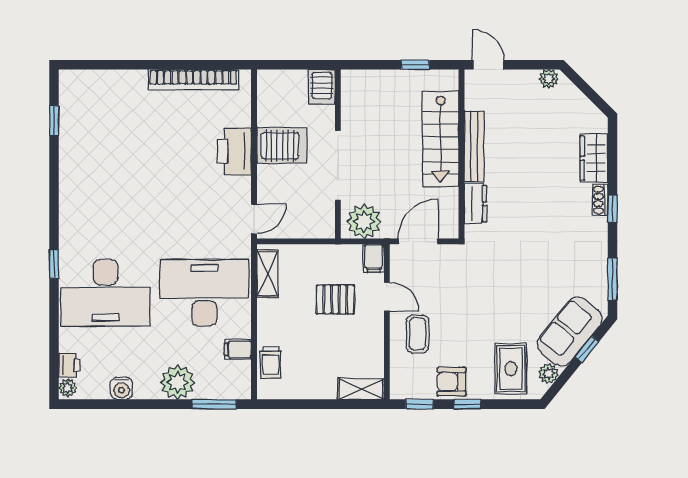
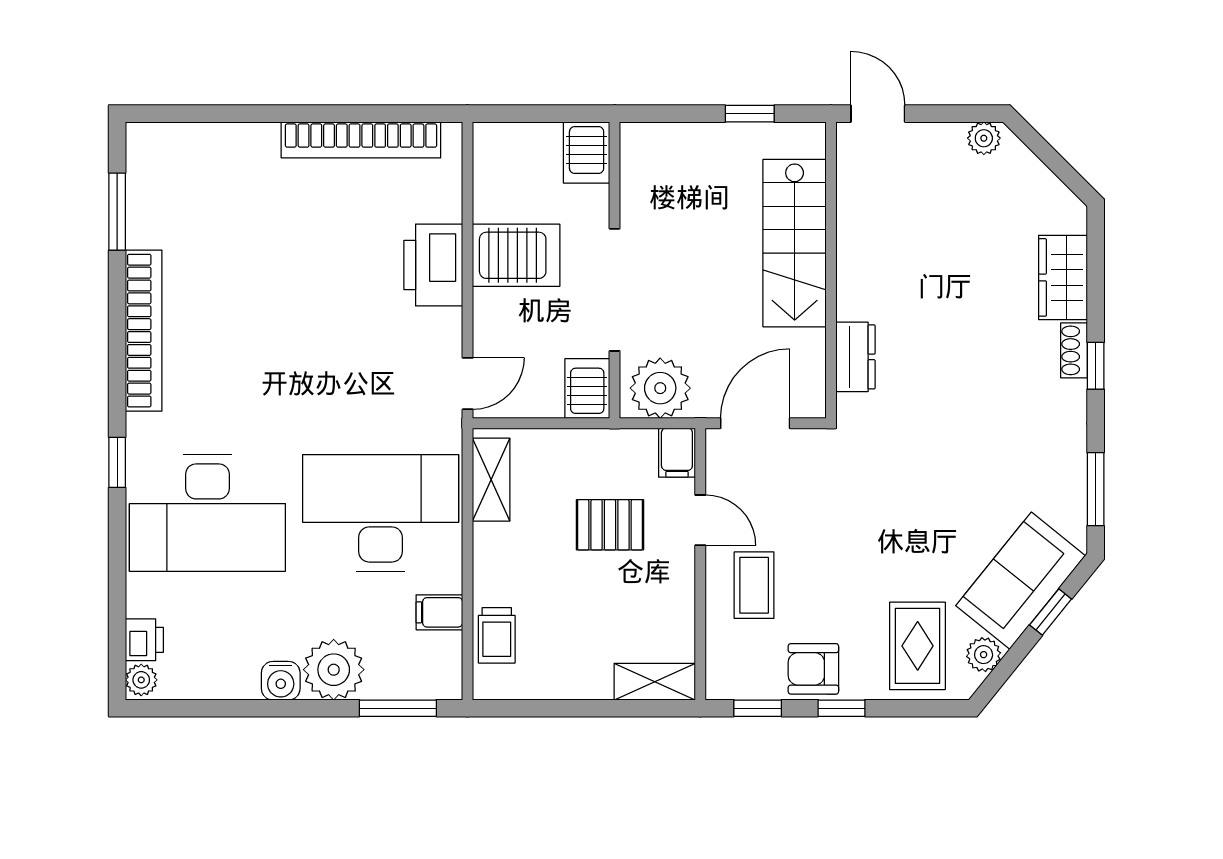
window: (54, 121) -> (117, 212), width x1.50
bench: (474, 146) -> (853, 257), removed
bookcase: (69, 189) -> (144, 331), added
server rack: (322, 222) -> (587, 388), added
water cooler: (121, 388) -> (281, 681), moved

